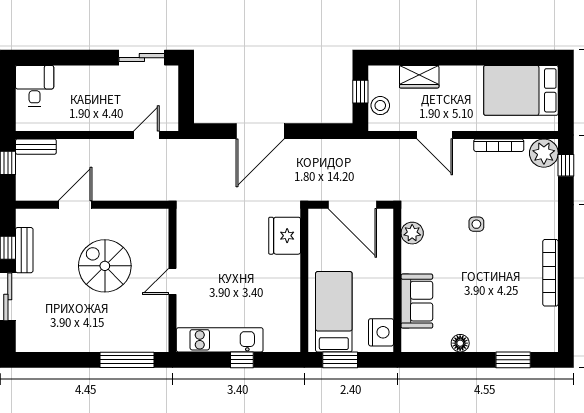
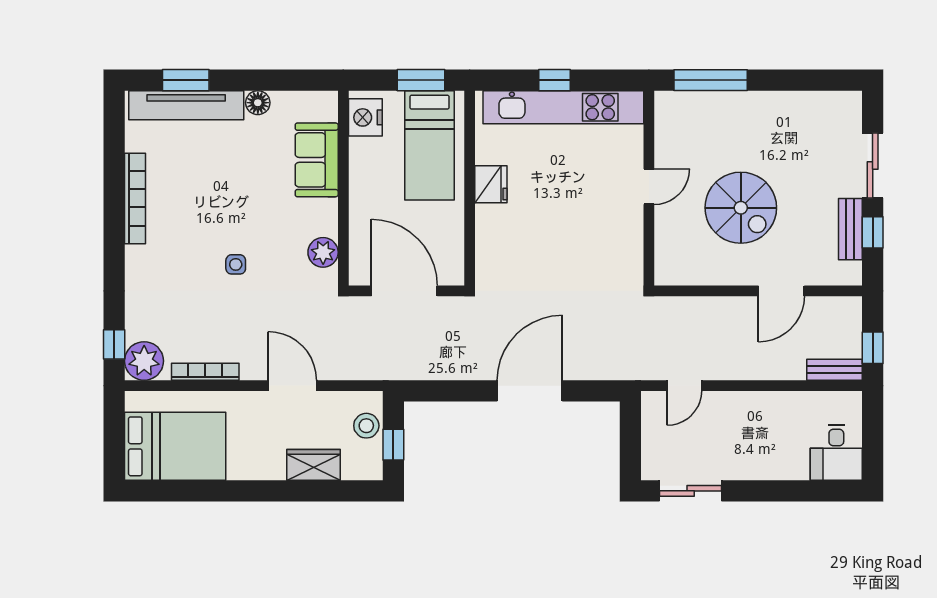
fridge: (285, 236) -> (491, 184), moved, width x0.73, depth x0.75
kitchen unit: (220, 340) -> (563, 107), width x1.36
tv unit: (513, 341) -> (186, 105), added

